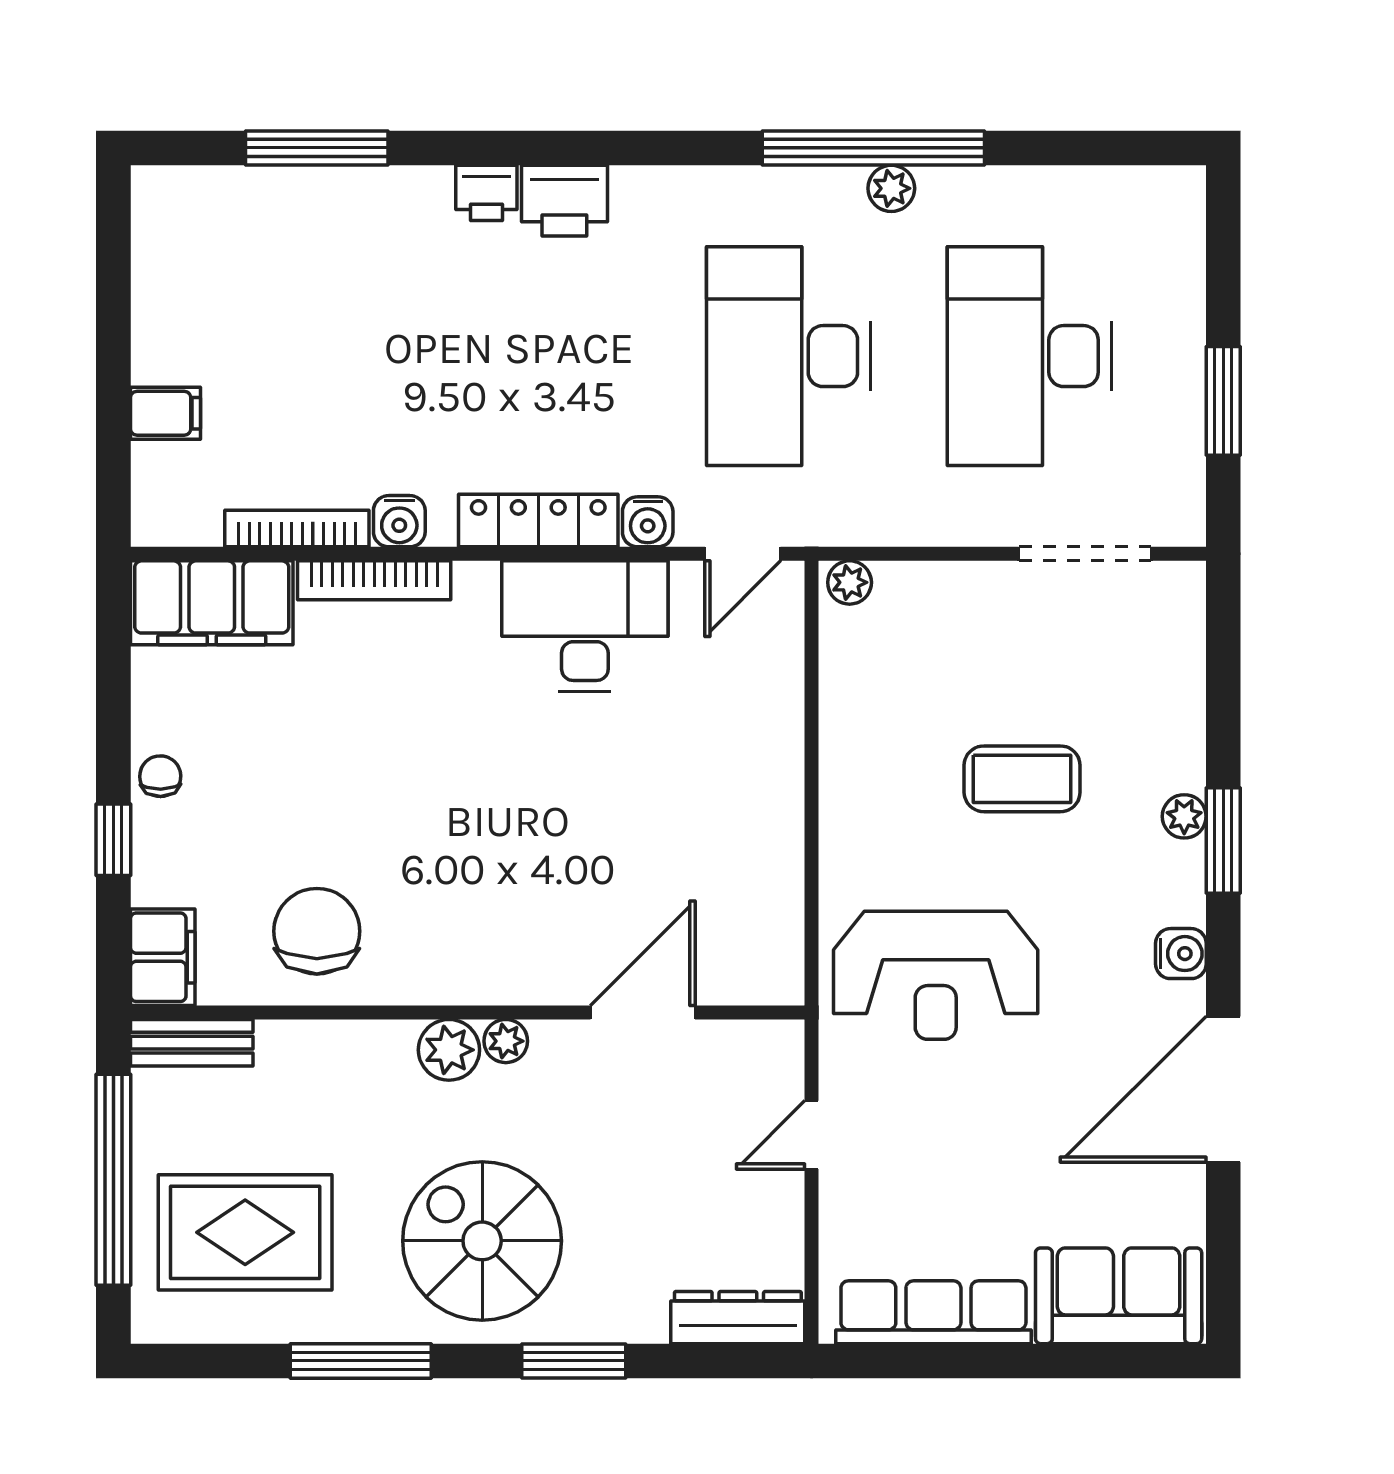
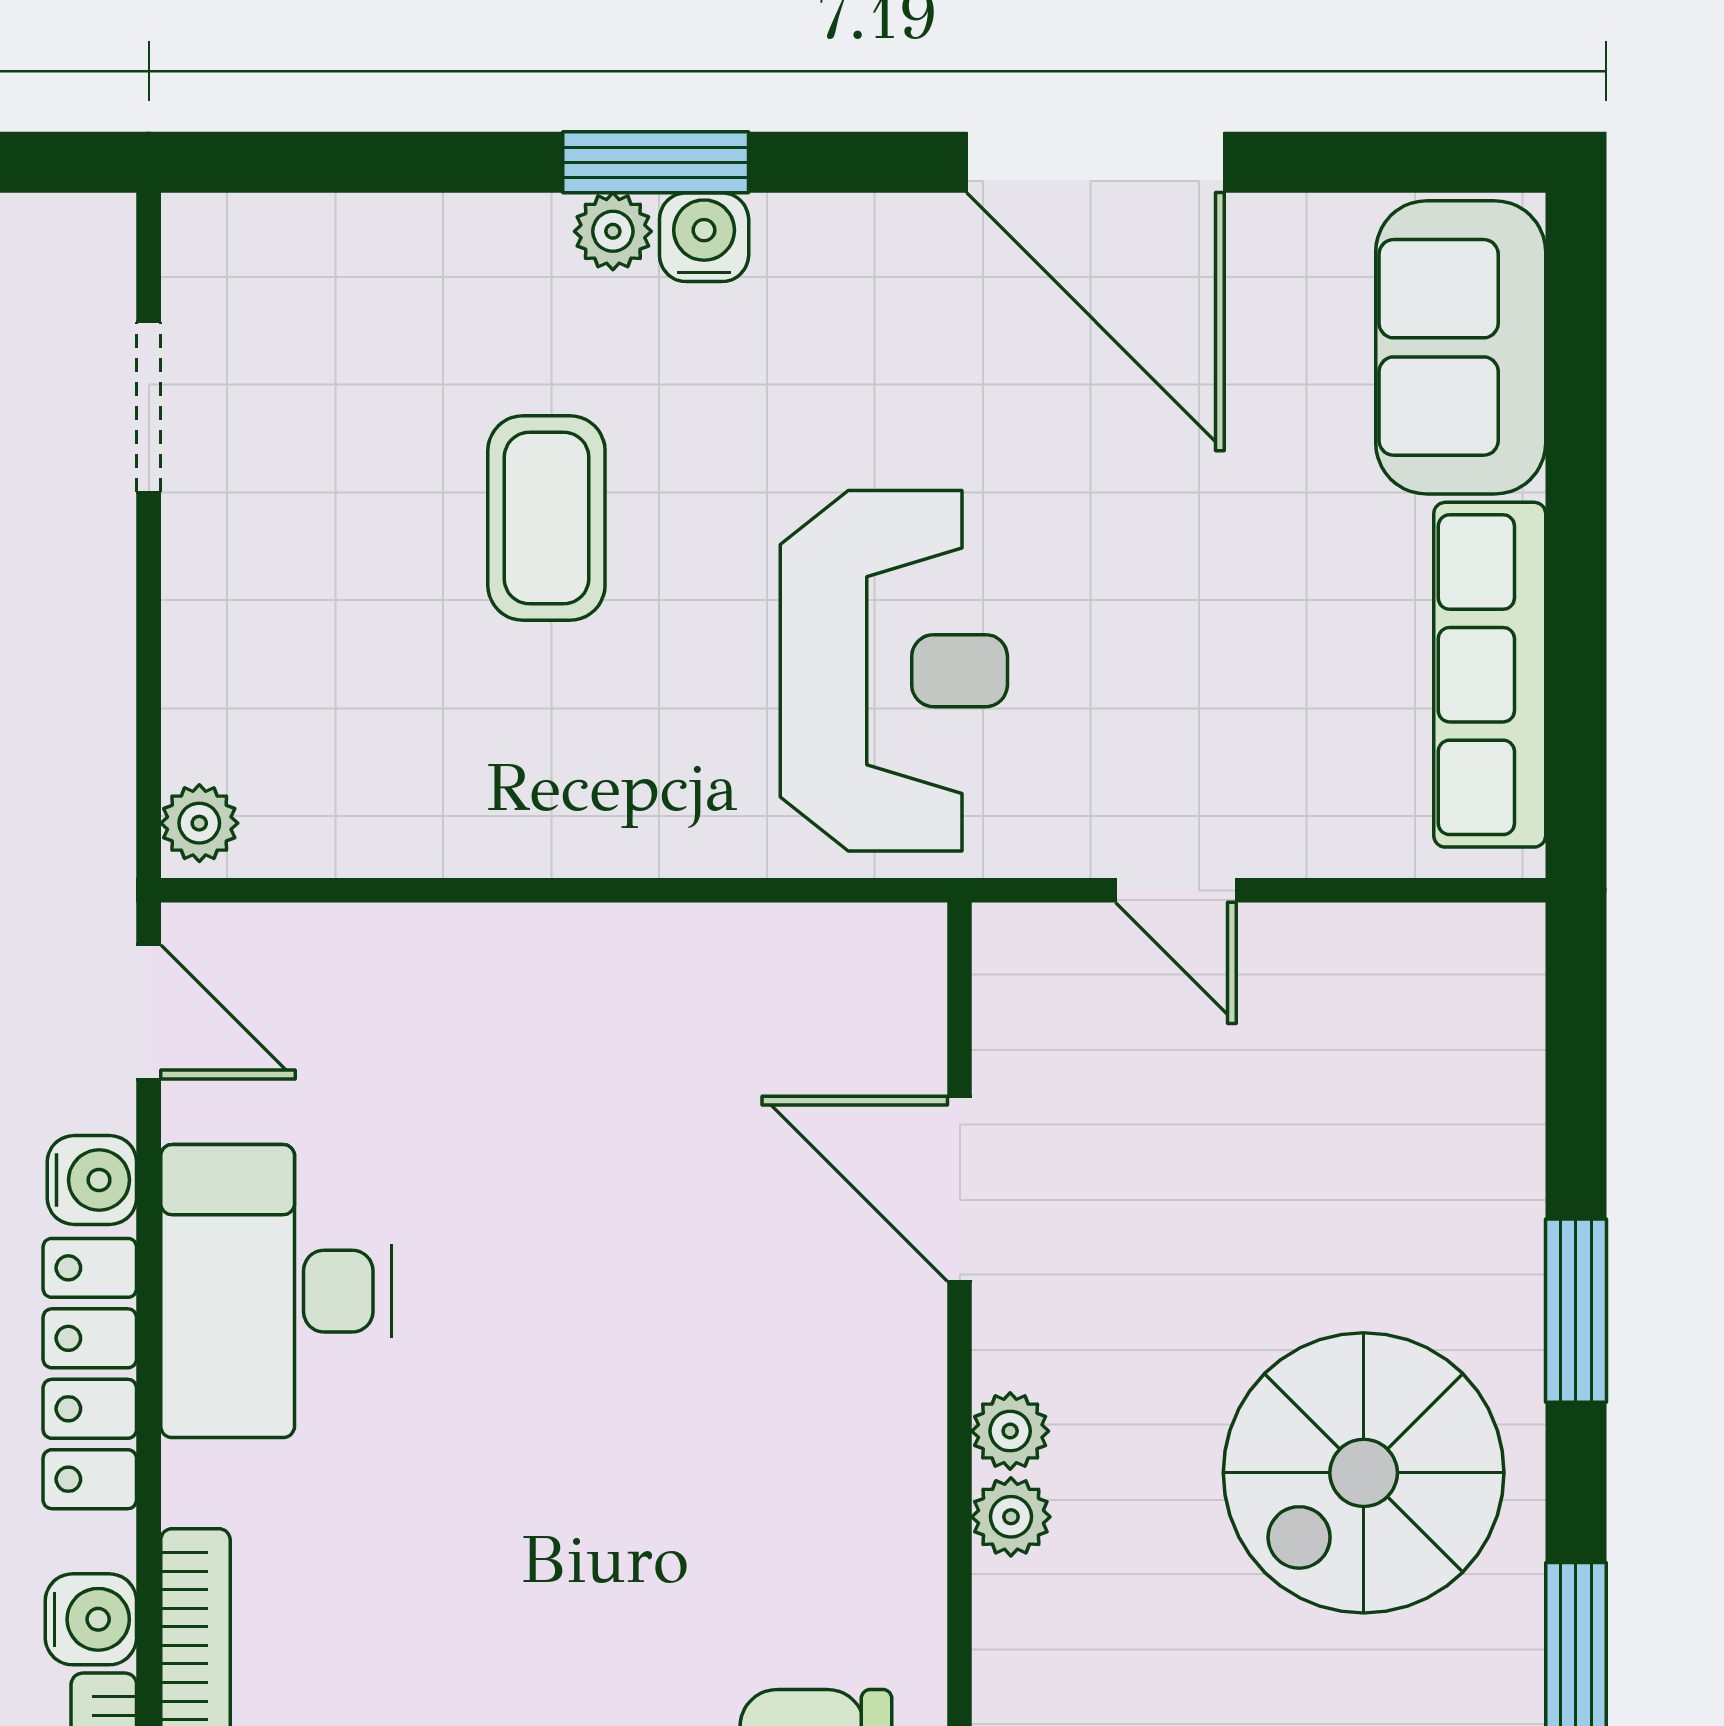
doorway: (1085, 554) -> (149, 407), width x0.73
water cooler: (1181, 954) -> (704, 237), moved
plant: (449, 1050) -> (1011, 1517), width x0.73, depth x0.73
dresser: (738, 1318) -> (1499, 1021), removed

